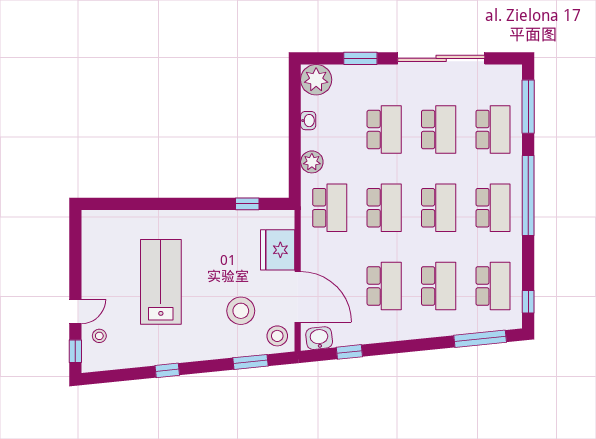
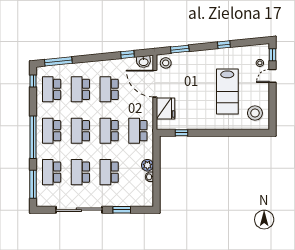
plant: (316, 80) -> (145, 198), removed
plant: (312, 162) -> (147, 165), moved
stool: (241, 311) -> (255, 113), moved

